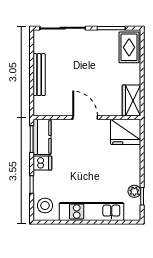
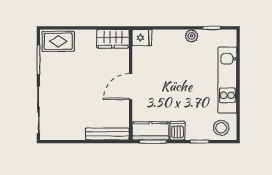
bench: (39, 75) -> (107, 134), moved
fridge: (126, 132) -> (142, 38), width x0.53, depth x0.75
plant: (134, 191) -> (192, 36), moved

